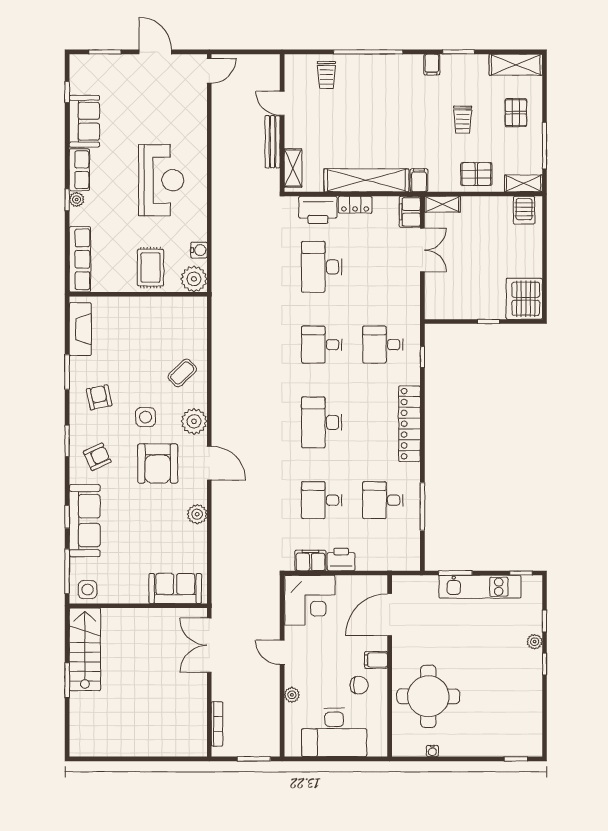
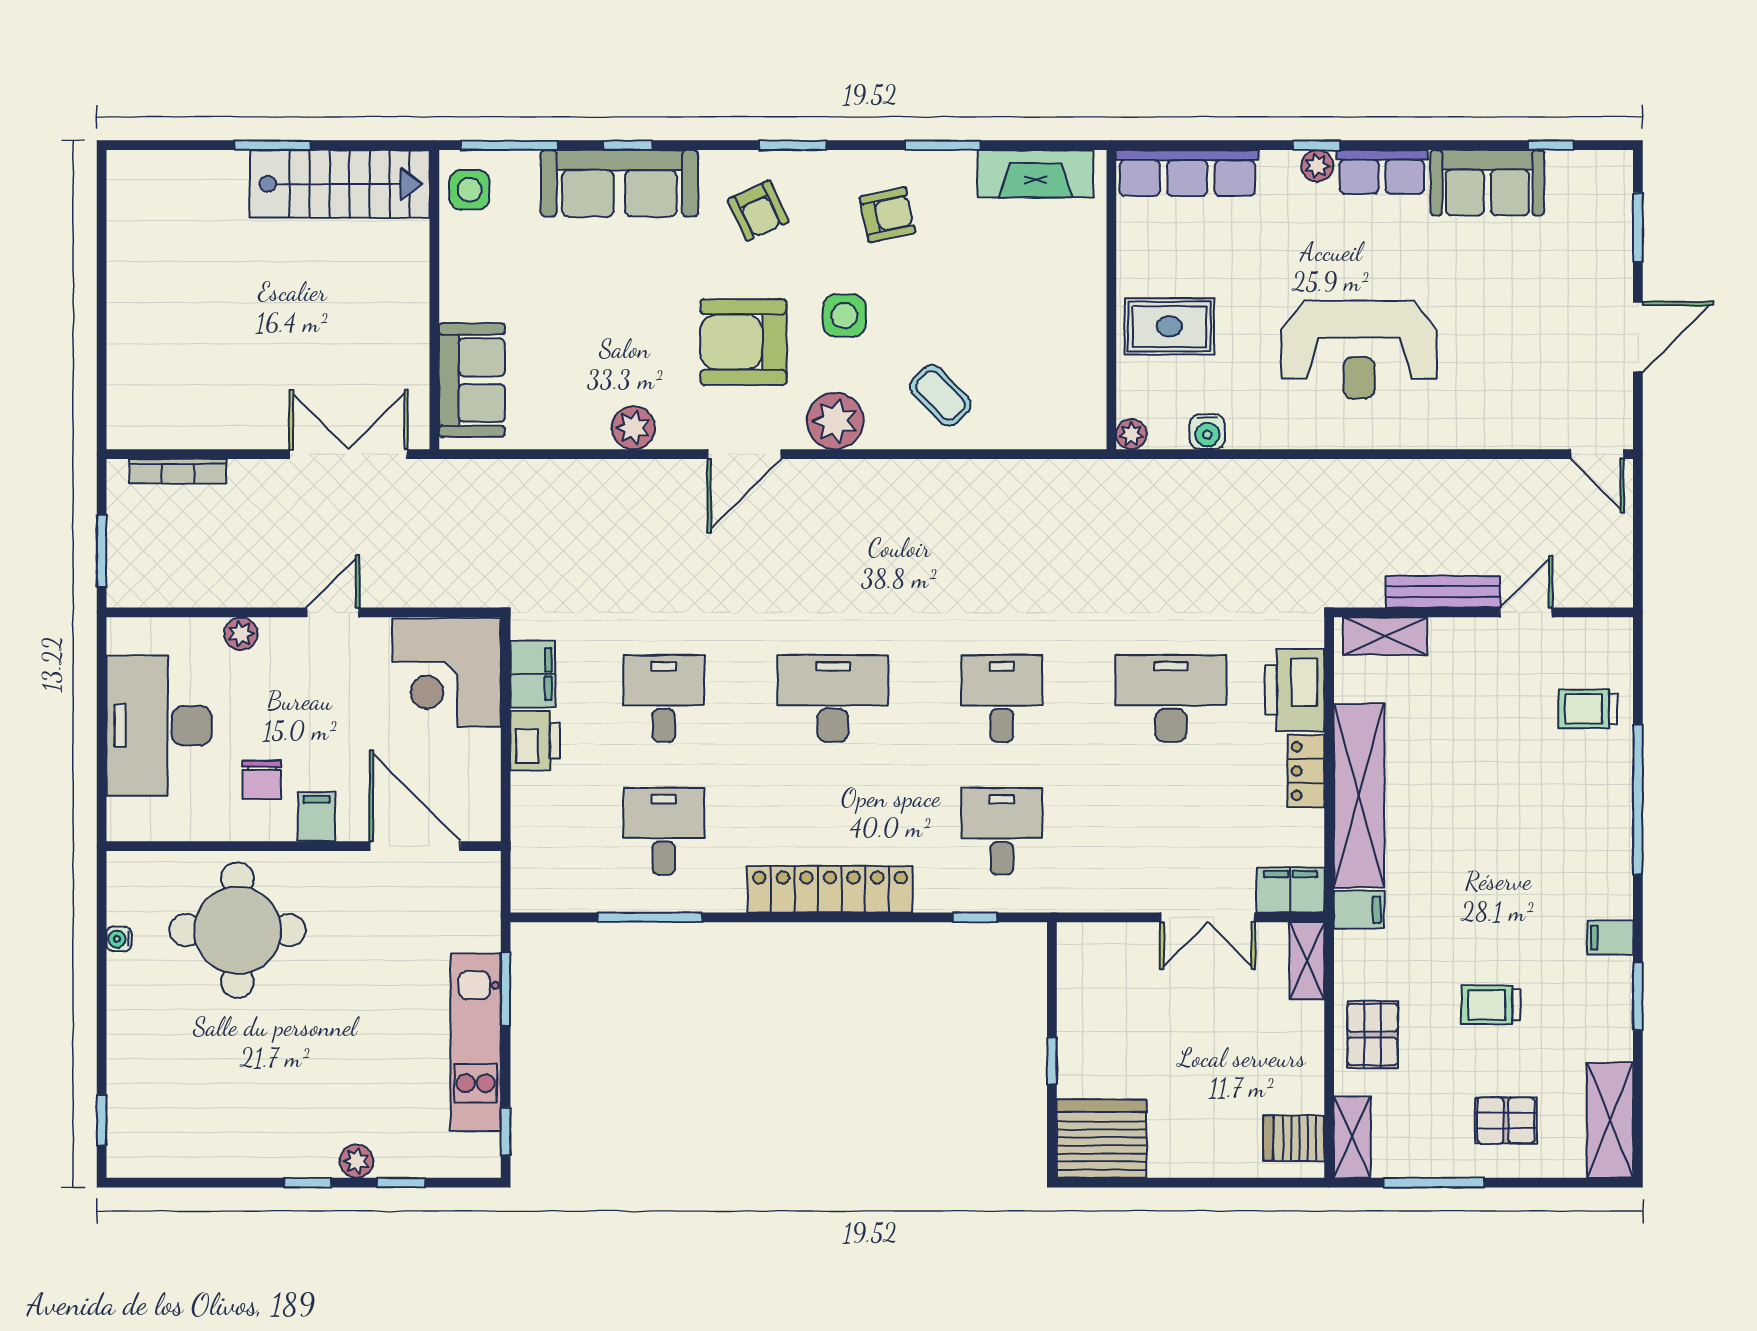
plant: (194, 279) -> (1131, 434), width x0.53, depth x0.53

